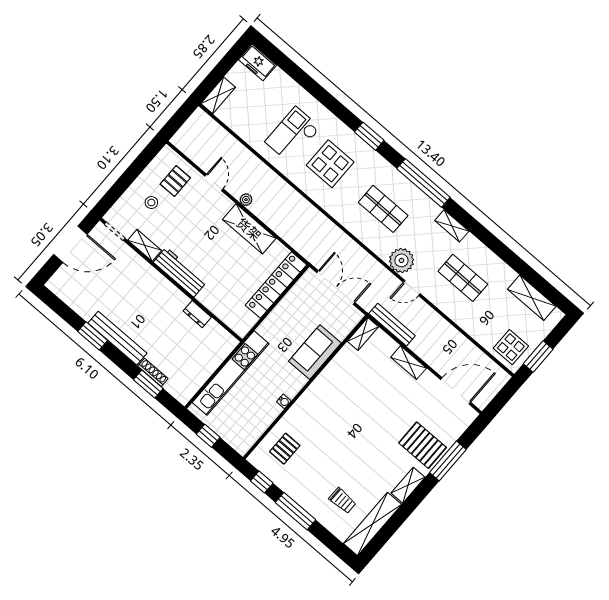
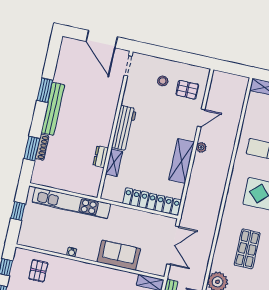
shelving: (145, 245) -> (114, 163), moved
pallet: (285, 449) -> (38, 271), turned 90

